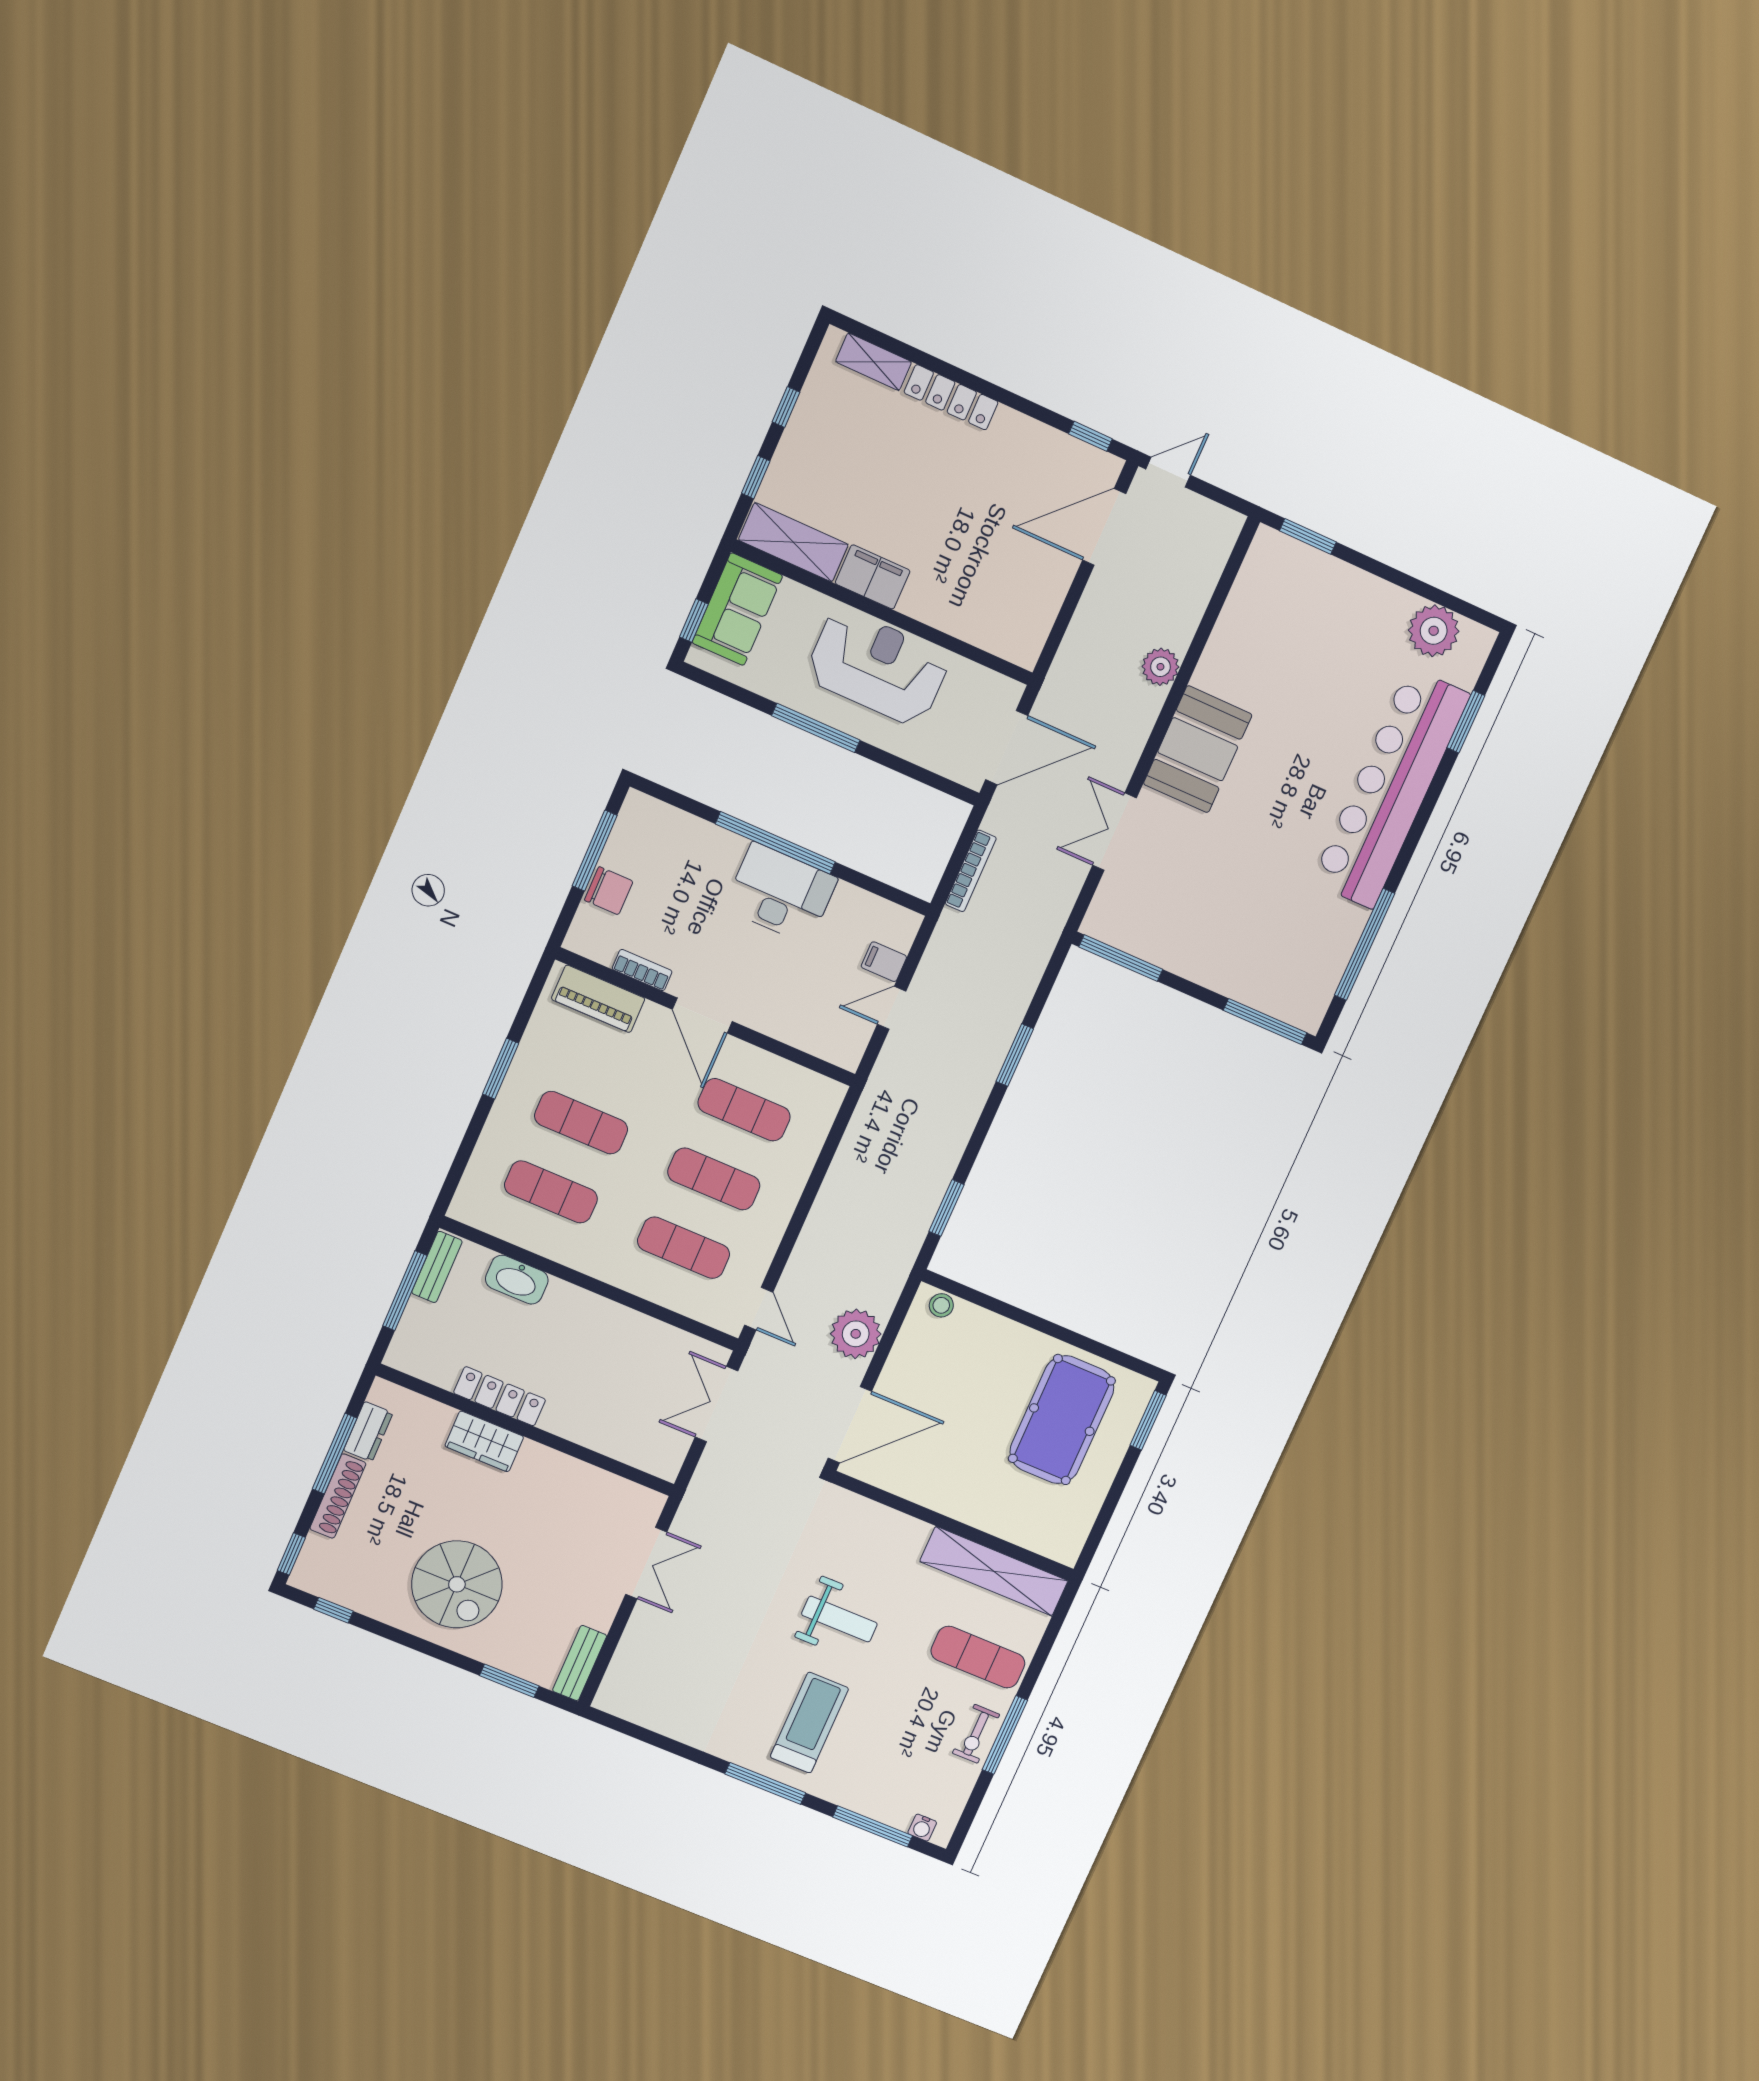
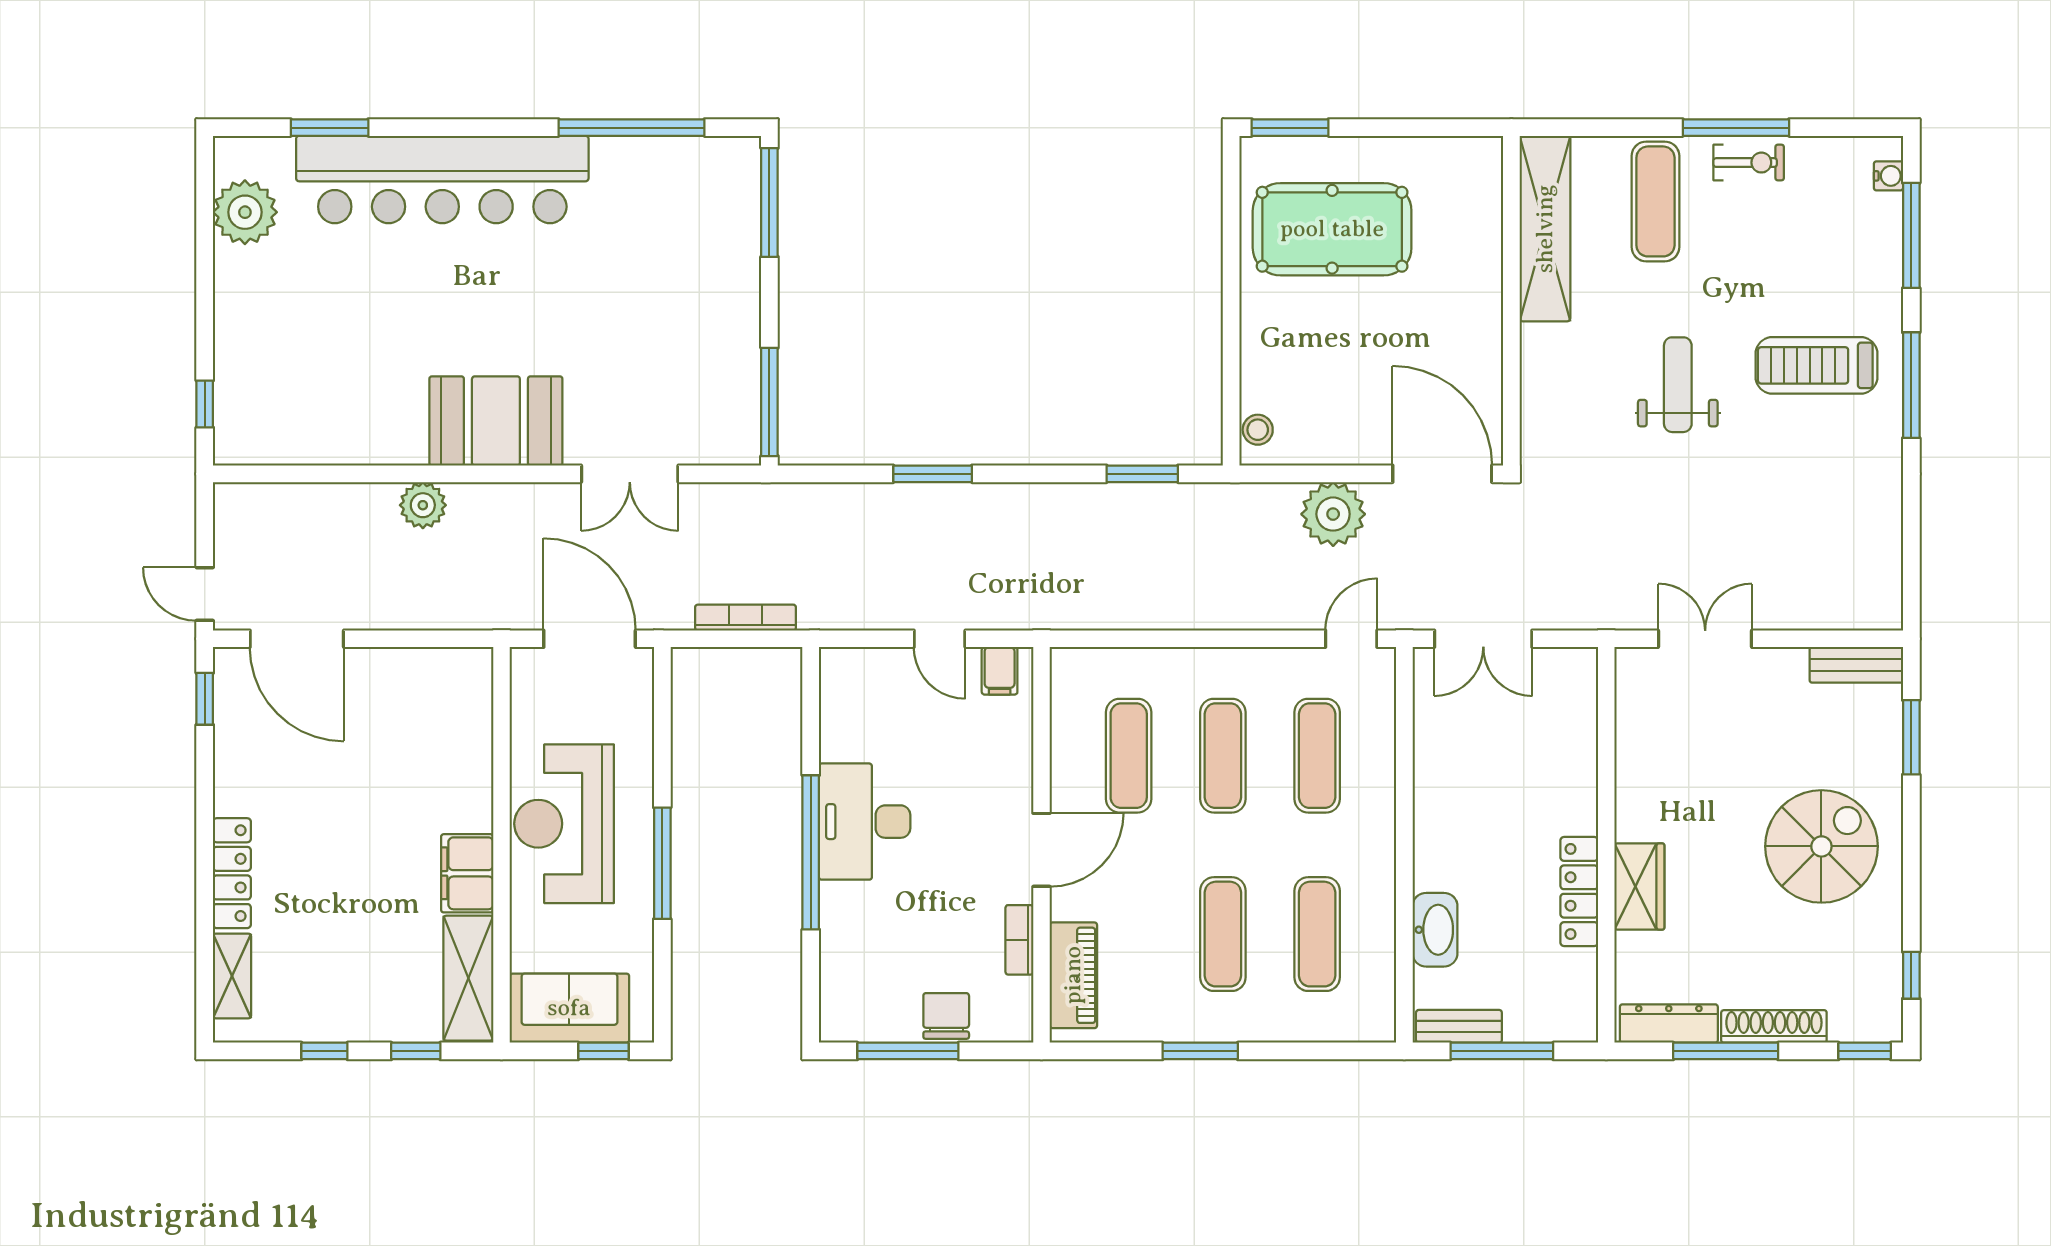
window: (1308, 536) -> (205, 404), width x0.67
filing cabinet: (884, 962) -> (1000, 671), moved
dresser: (368, 1432) -> (1669, 1024), width x1.44

